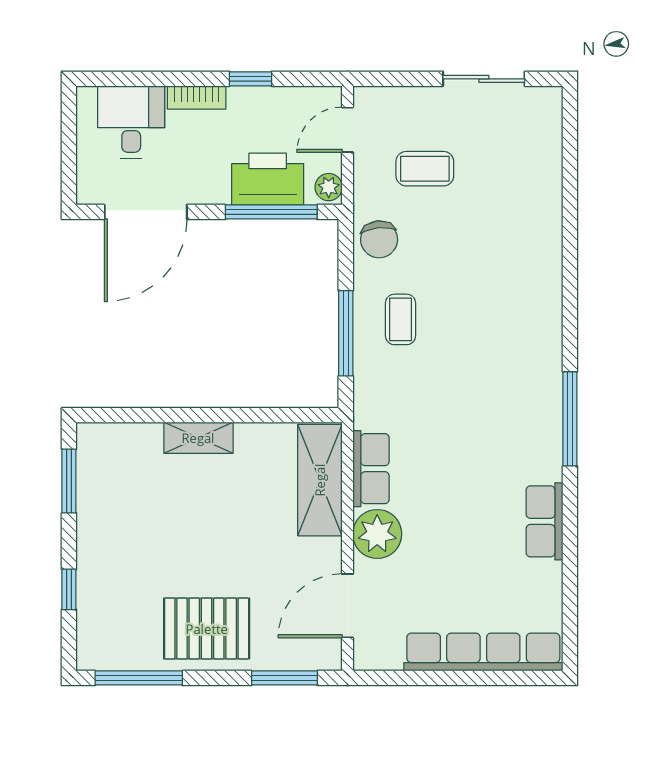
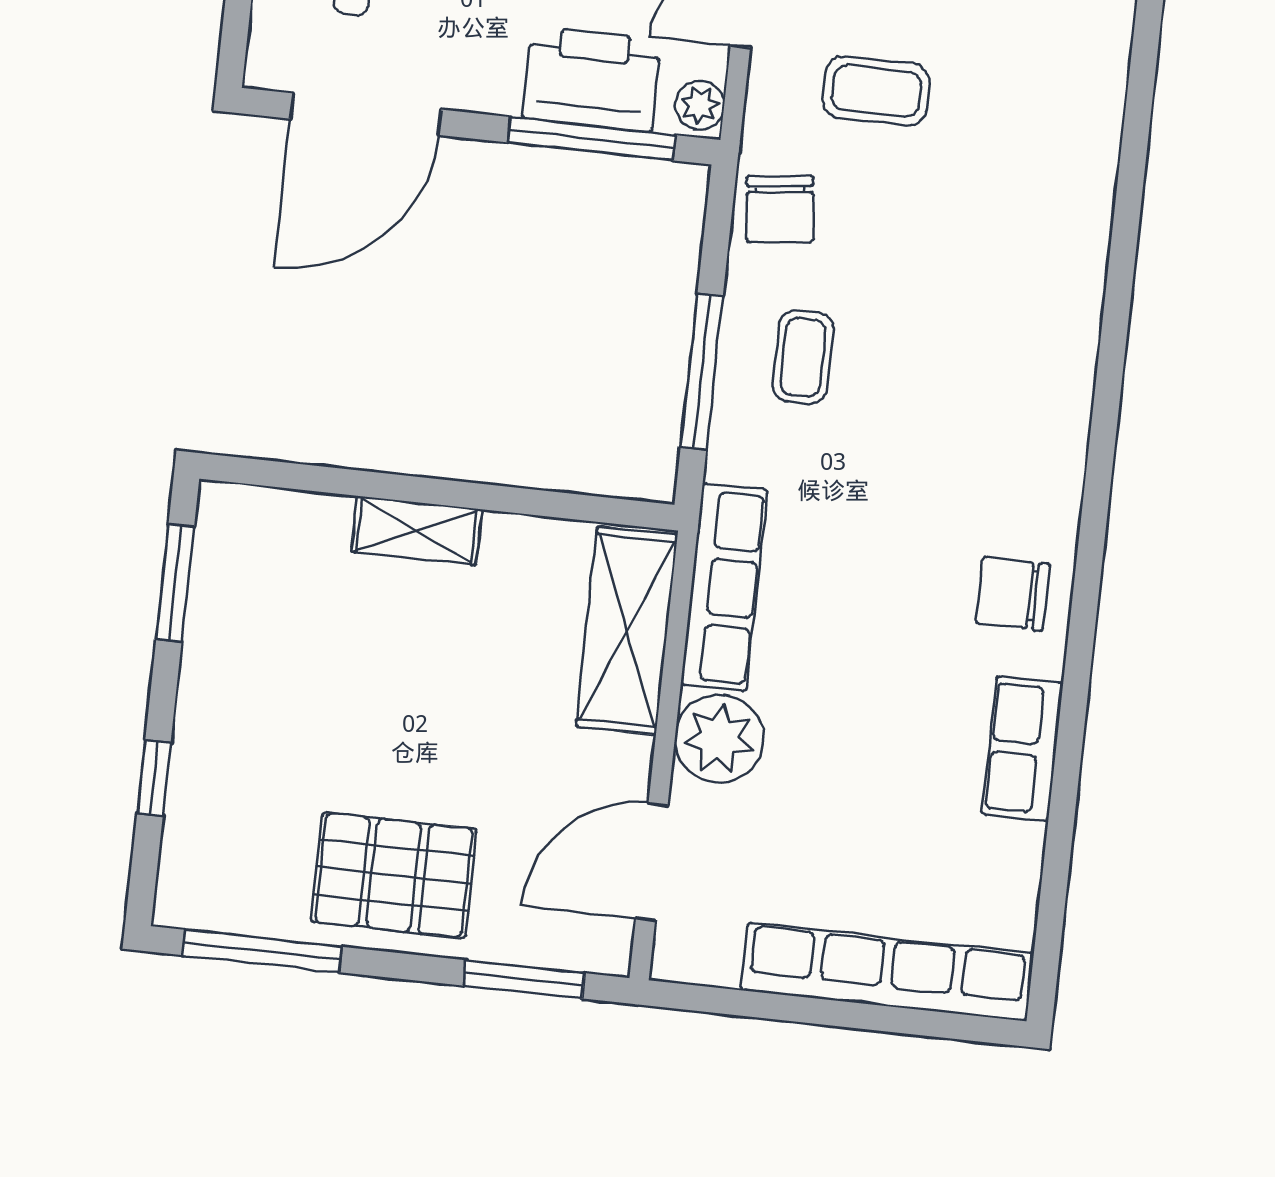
window: (570, 419) -> (1088, 569), removed
chair: (530, 437) -> (1013, 594), added
row of seats: (371, 469) -> (724, 587), width x1.48

